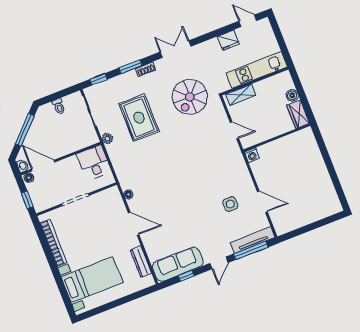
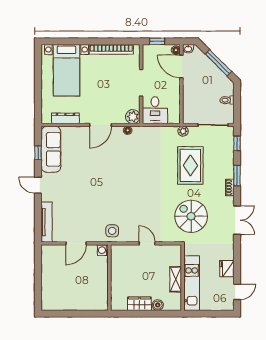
shelving: (241, 95) -> (176, 279), moved
rug: (139, 118) -> (190, 165), turned 90
door: (234, 130) -> (147, 243), swing flipped
wall: (277, 138) -> (109, 278), moved
washing machine: (252, 155) -> (103, 250), moved
desk: (94, 163) -> (155, 110), moved, turned 90
door: (43, 166) -> (181, 66), swing flipped
plant: (113, 195) -> (133, 117), added
side table: (230, 204) -> (112, 231), moved
window: (251, 250) -> (38, 217), removed

